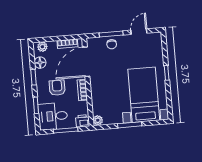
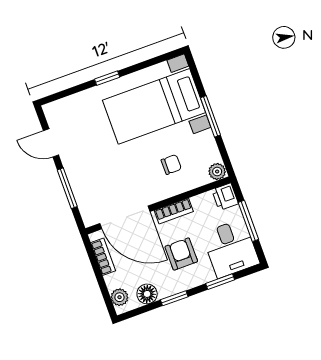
chair: (112, 44) -> (171, 164), moved
armchair: (57, 88) -> (181, 254), turned 90

